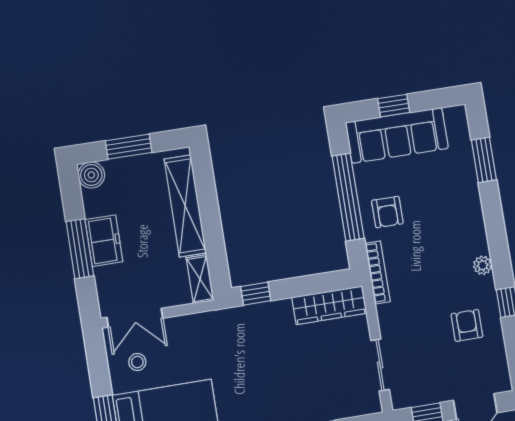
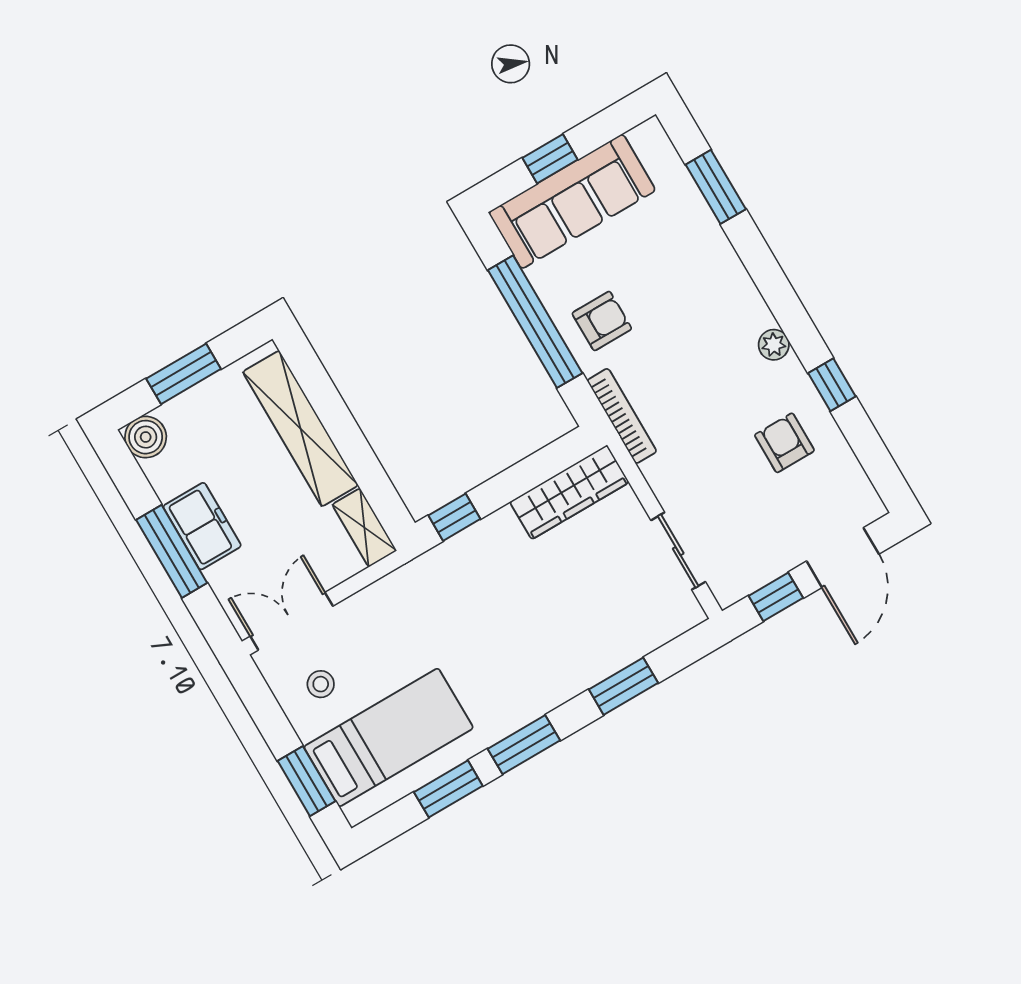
armchair: (387, 212) -> (602, 321), turned -90
double door: (135, 318) -> (292, 621), swing flipped

